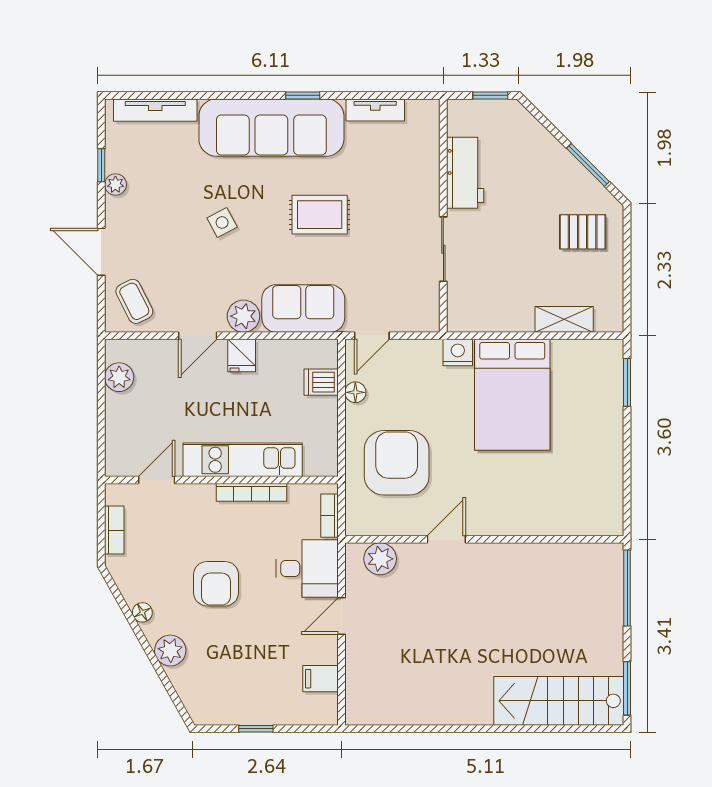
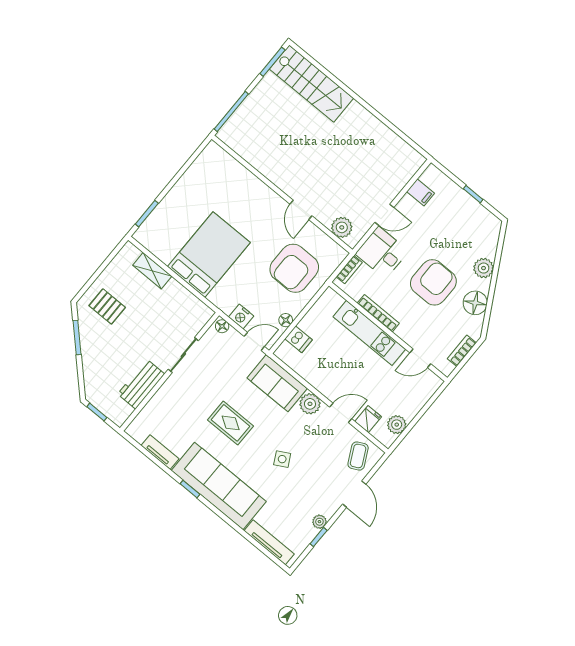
floor lamp: (426, 322) -> (222, 326), added
nightstand: (458, 353) -> (241, 316), moved
fridge: (242, 355) -> (368, 419), moved
door: (446, 539) -> (301, 210), hinge flipped
armchair: (216, 584) -> (433, 282), width x1.36, depth x1.36
floor lamp: (142, 612) -> (475, 303), width x1.89, depth x1.89

